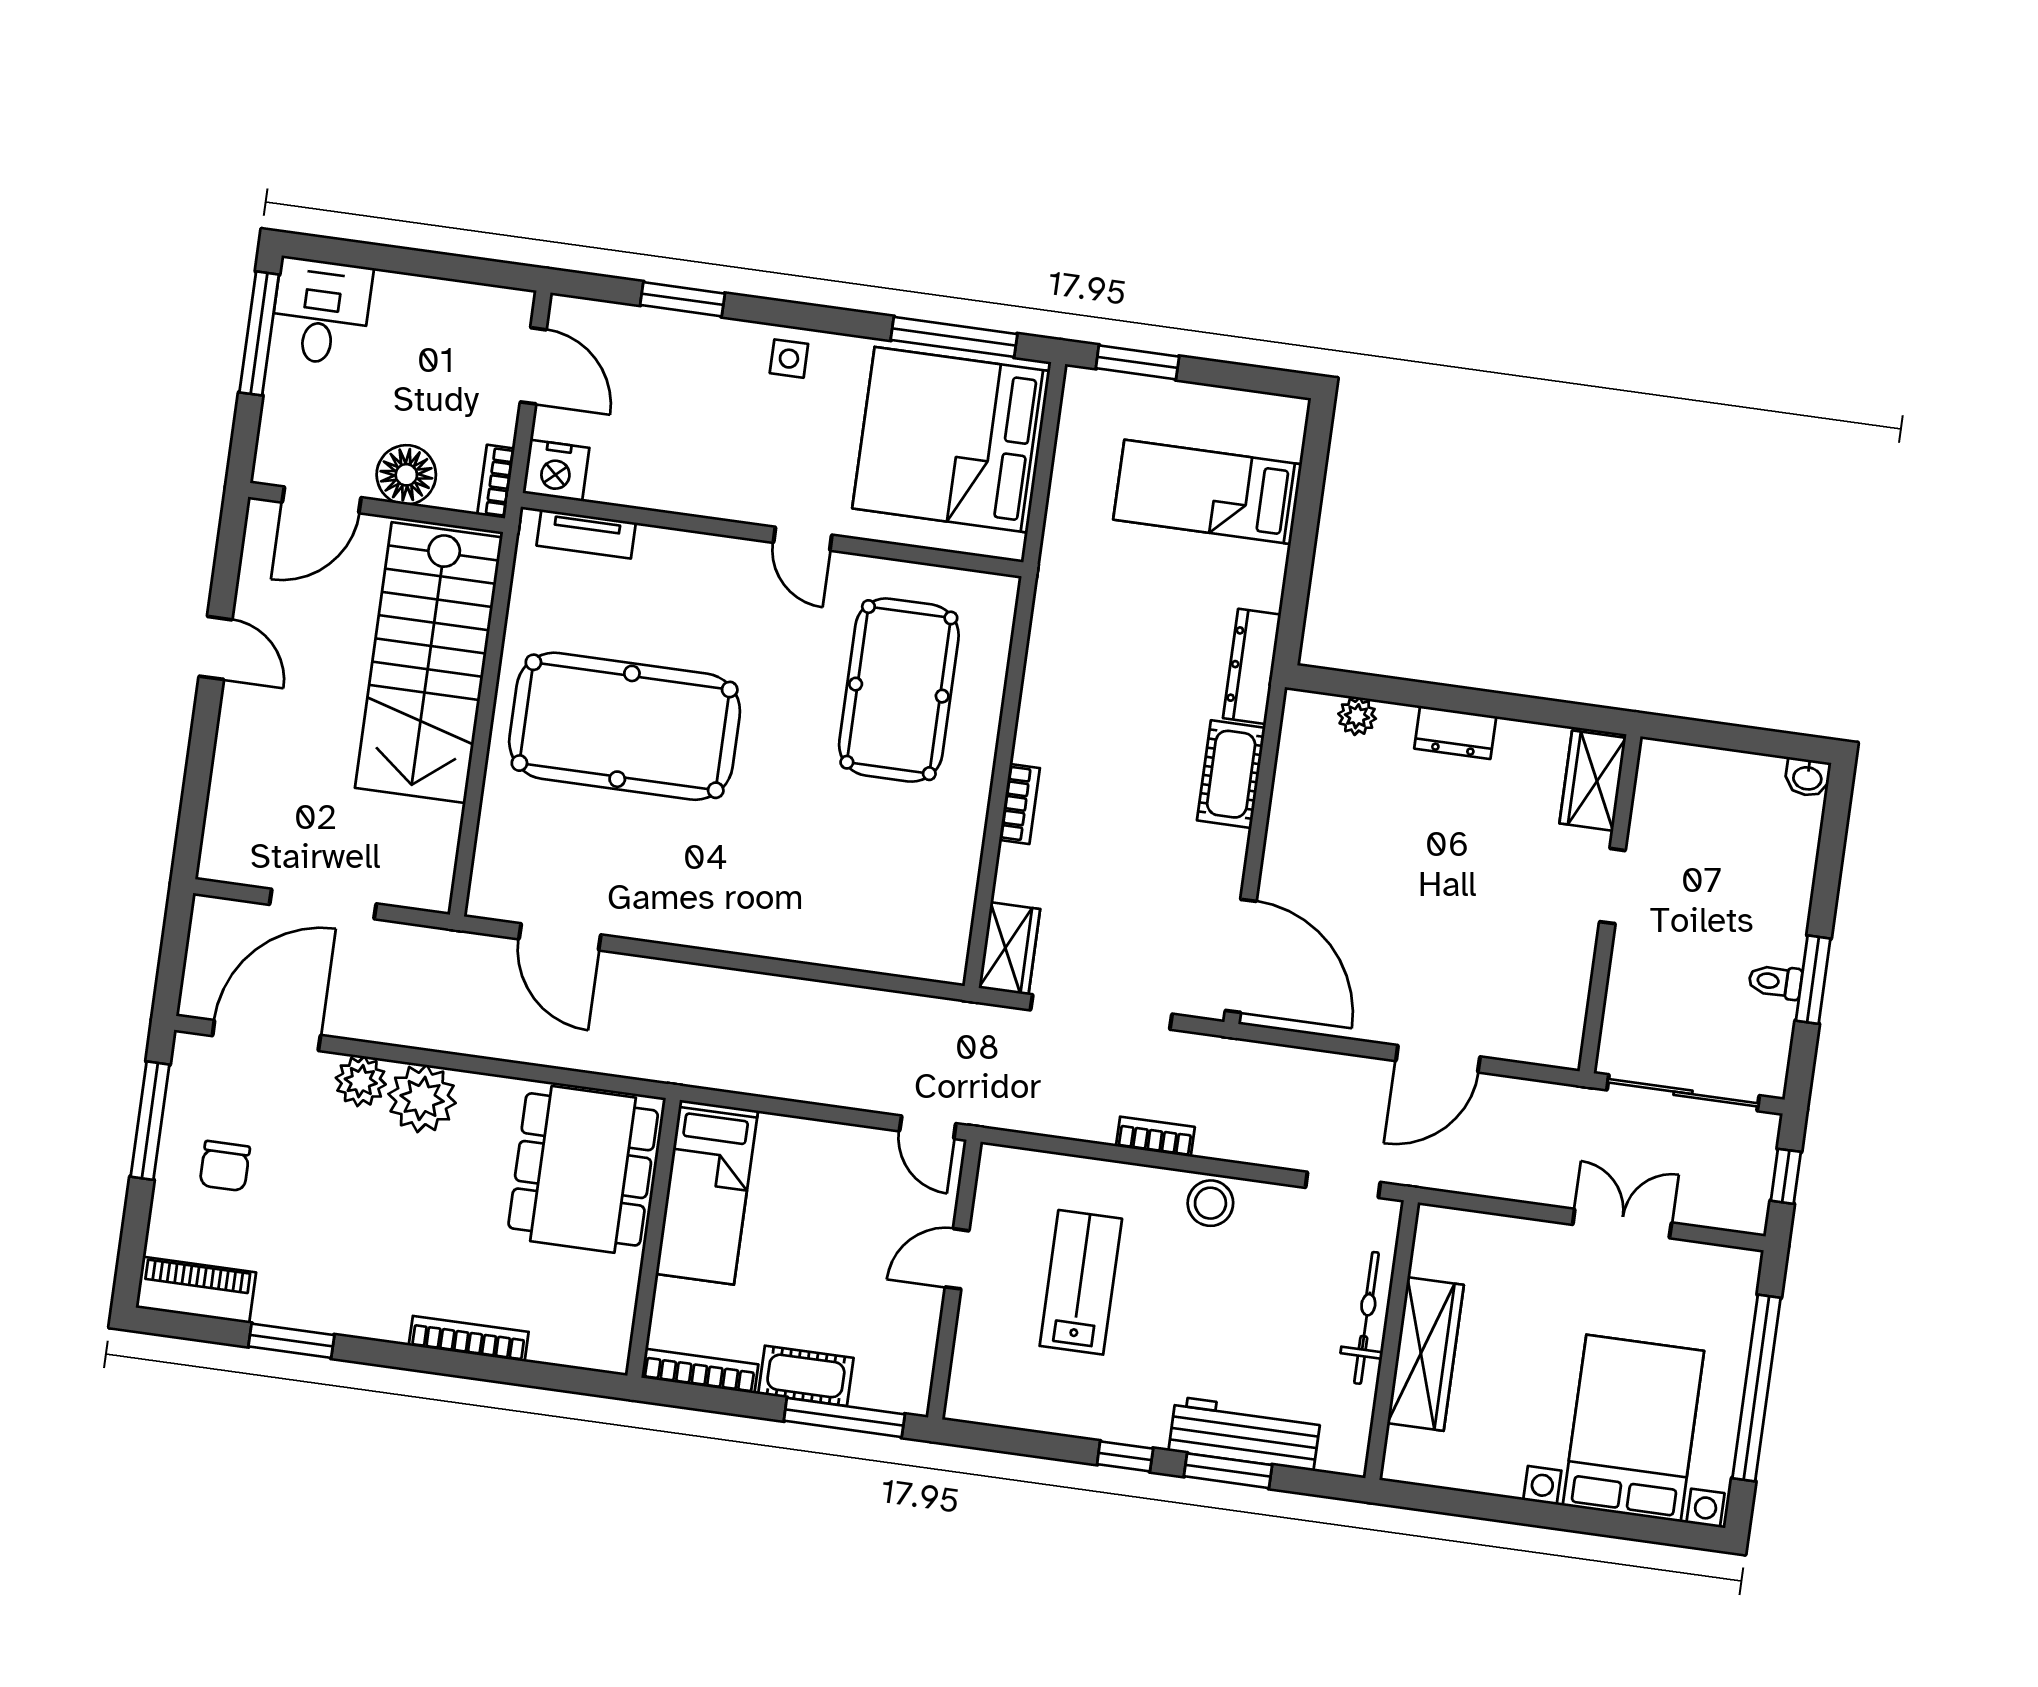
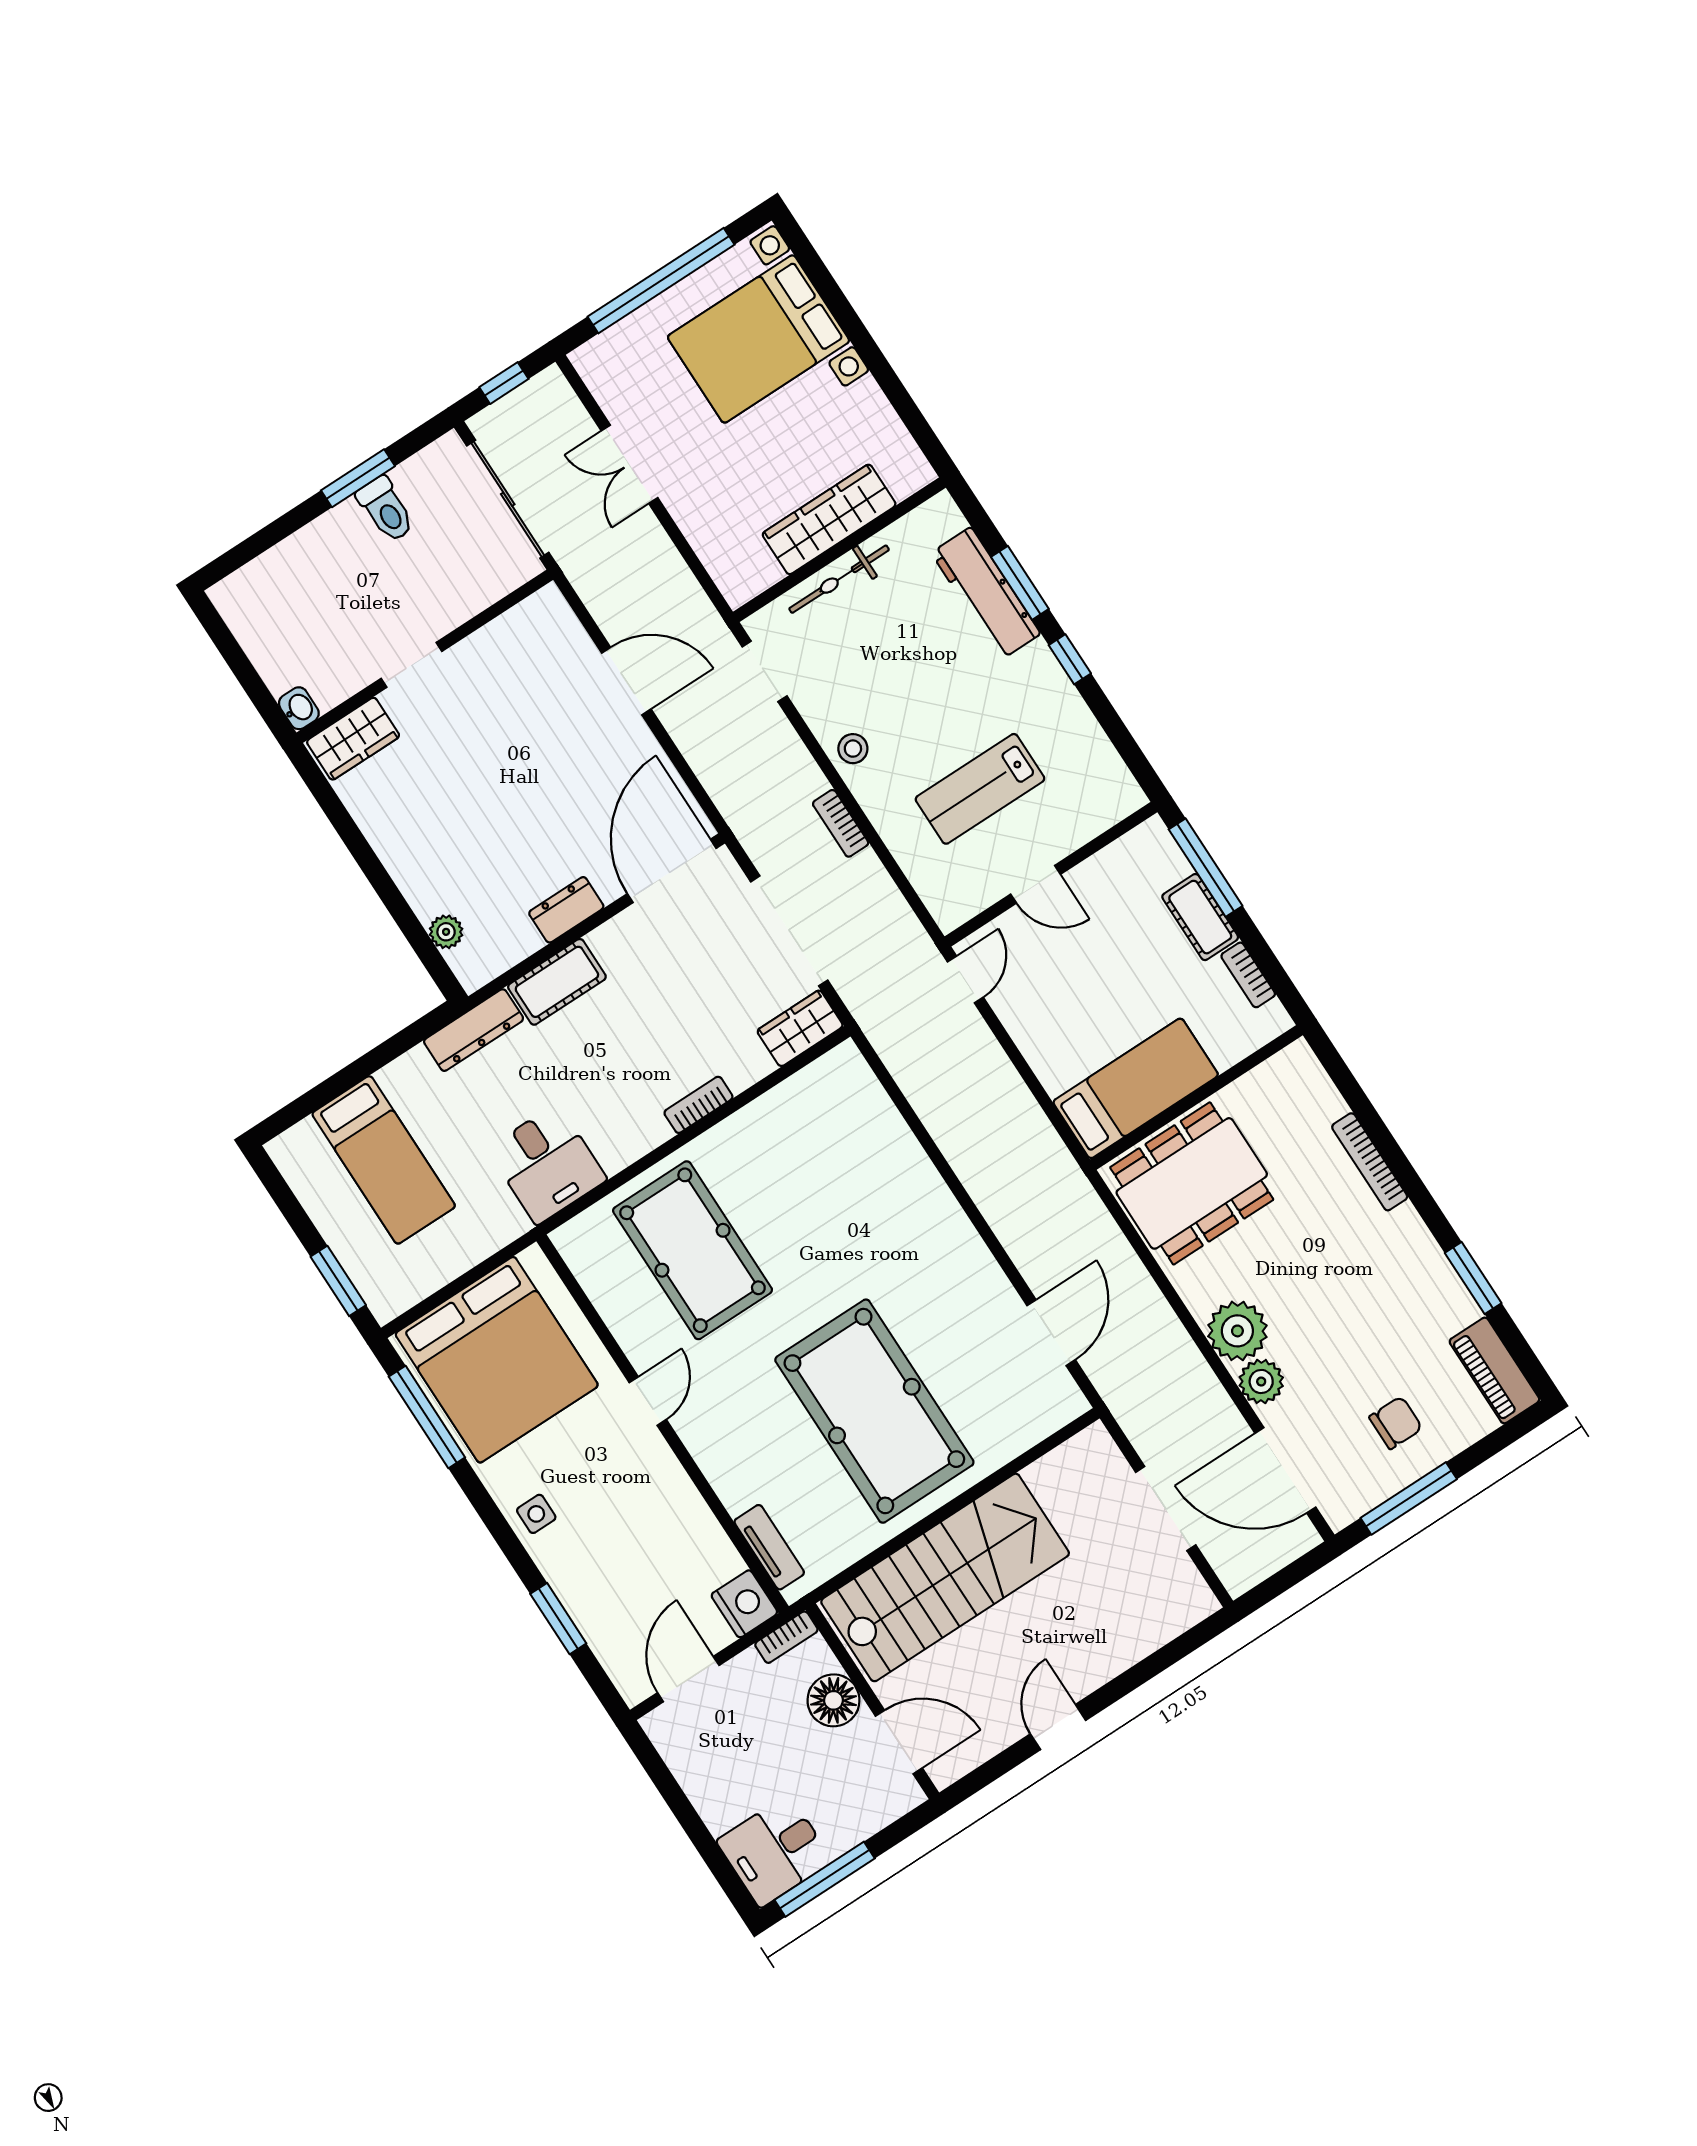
desk: (1082, 629) -> (547, 1164), added
pool table: (899, 690) -> (693, 1250), turned 90
dresser: (1455, 732) -> (566, 910), moved, turned -90
washbasin: (1807, 777) -> (299, 708), moved
toilet: (1775, 982) -> (386, 509), width x1.37, depth x1.39
stool: (1210, 1203) -> (853, 749), width x0.73, depth x0.73
bookcase: (700, 1371) -> (1248, 975), width x0.64

